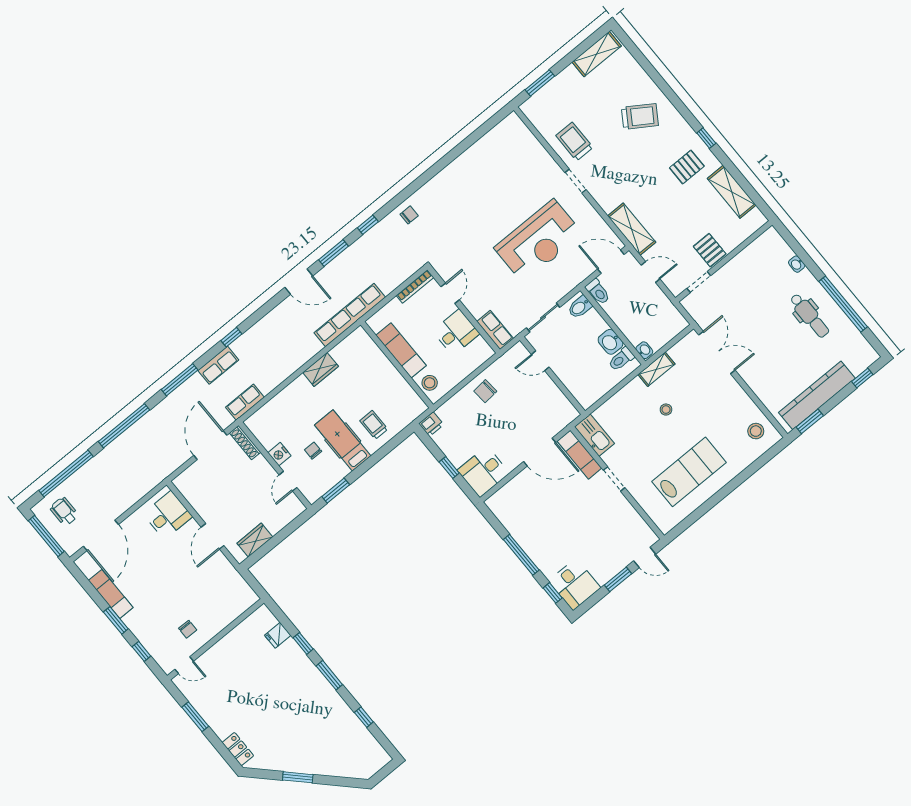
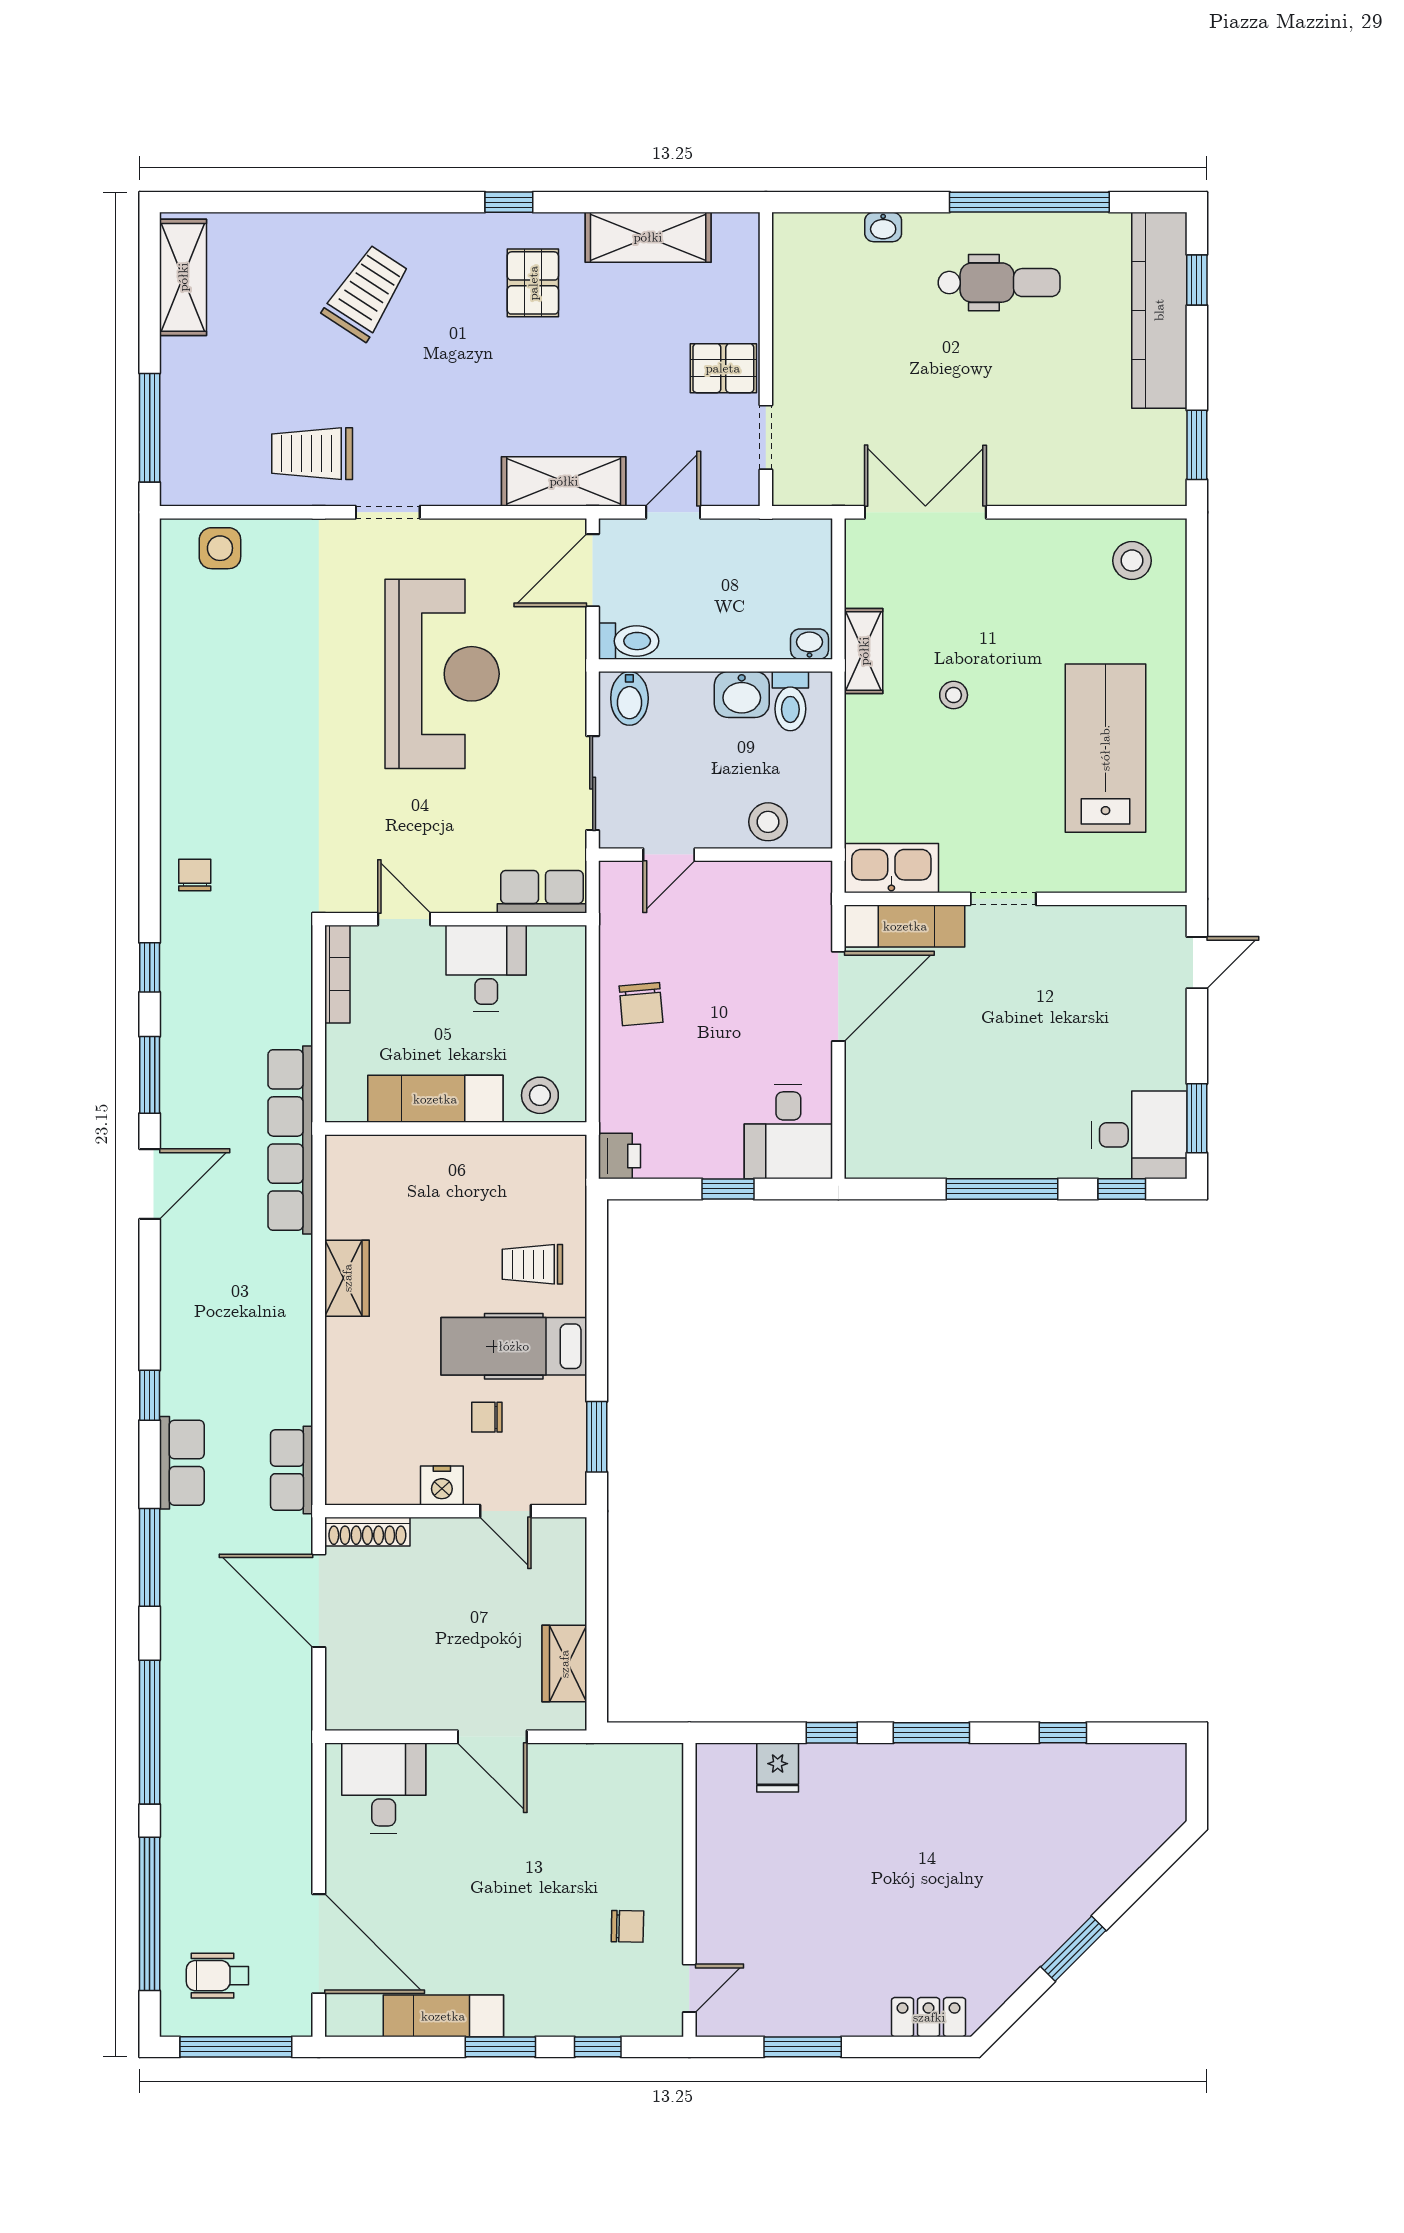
window: (540, 83) -> (150, 428), width x1.44
side table: (520, 137) -> (220, 548), added
stool: (577, 384) -> (768, 822), added
kitchen counter: (817, 395) -> (1159, 310), moved
window: (618, 579) -> (1197, 1118), moved

